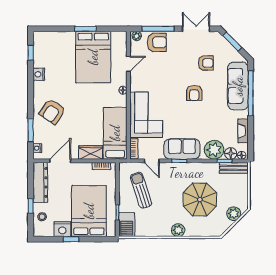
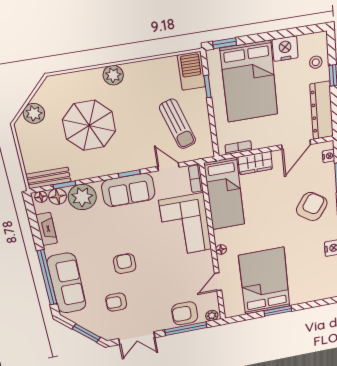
window: (71, 239) -> (225, 43), moved

